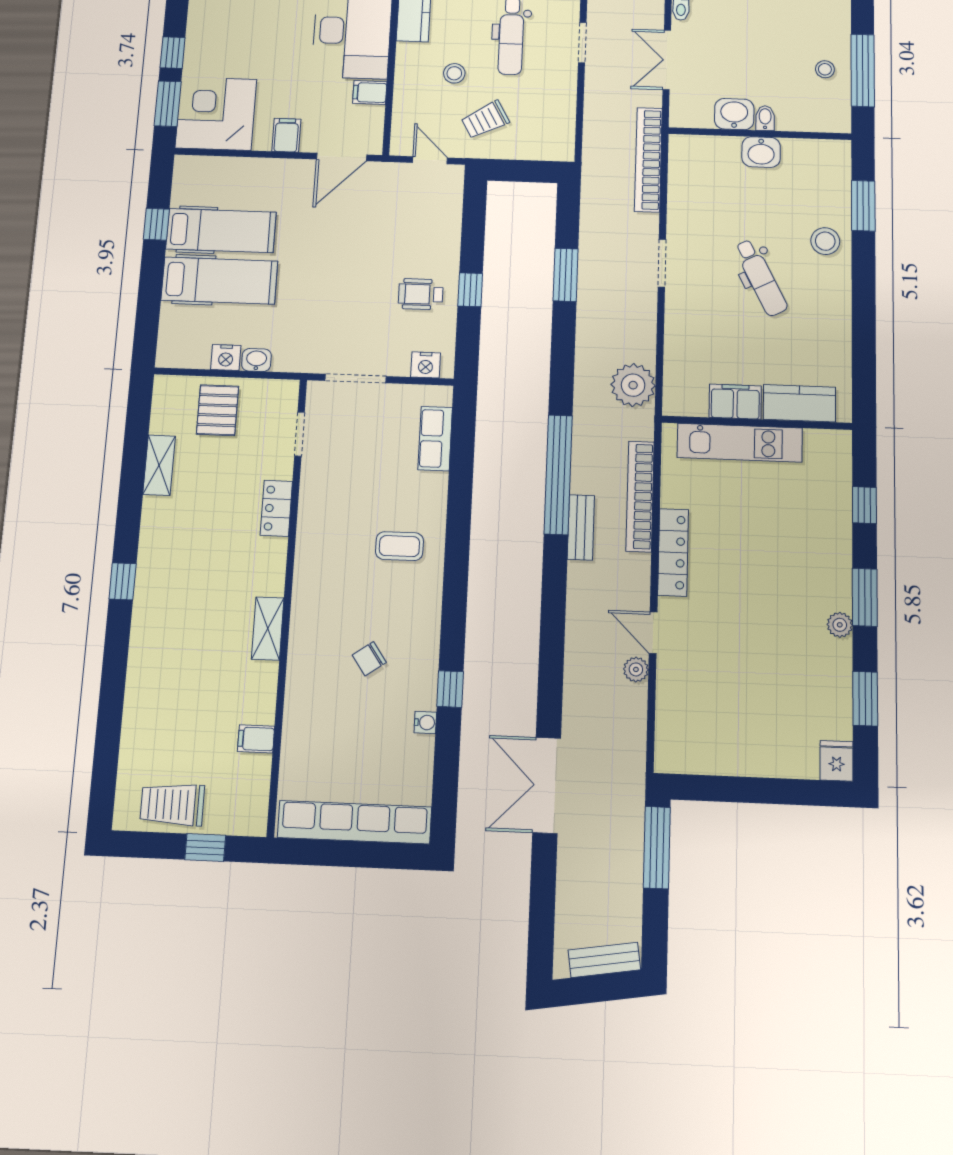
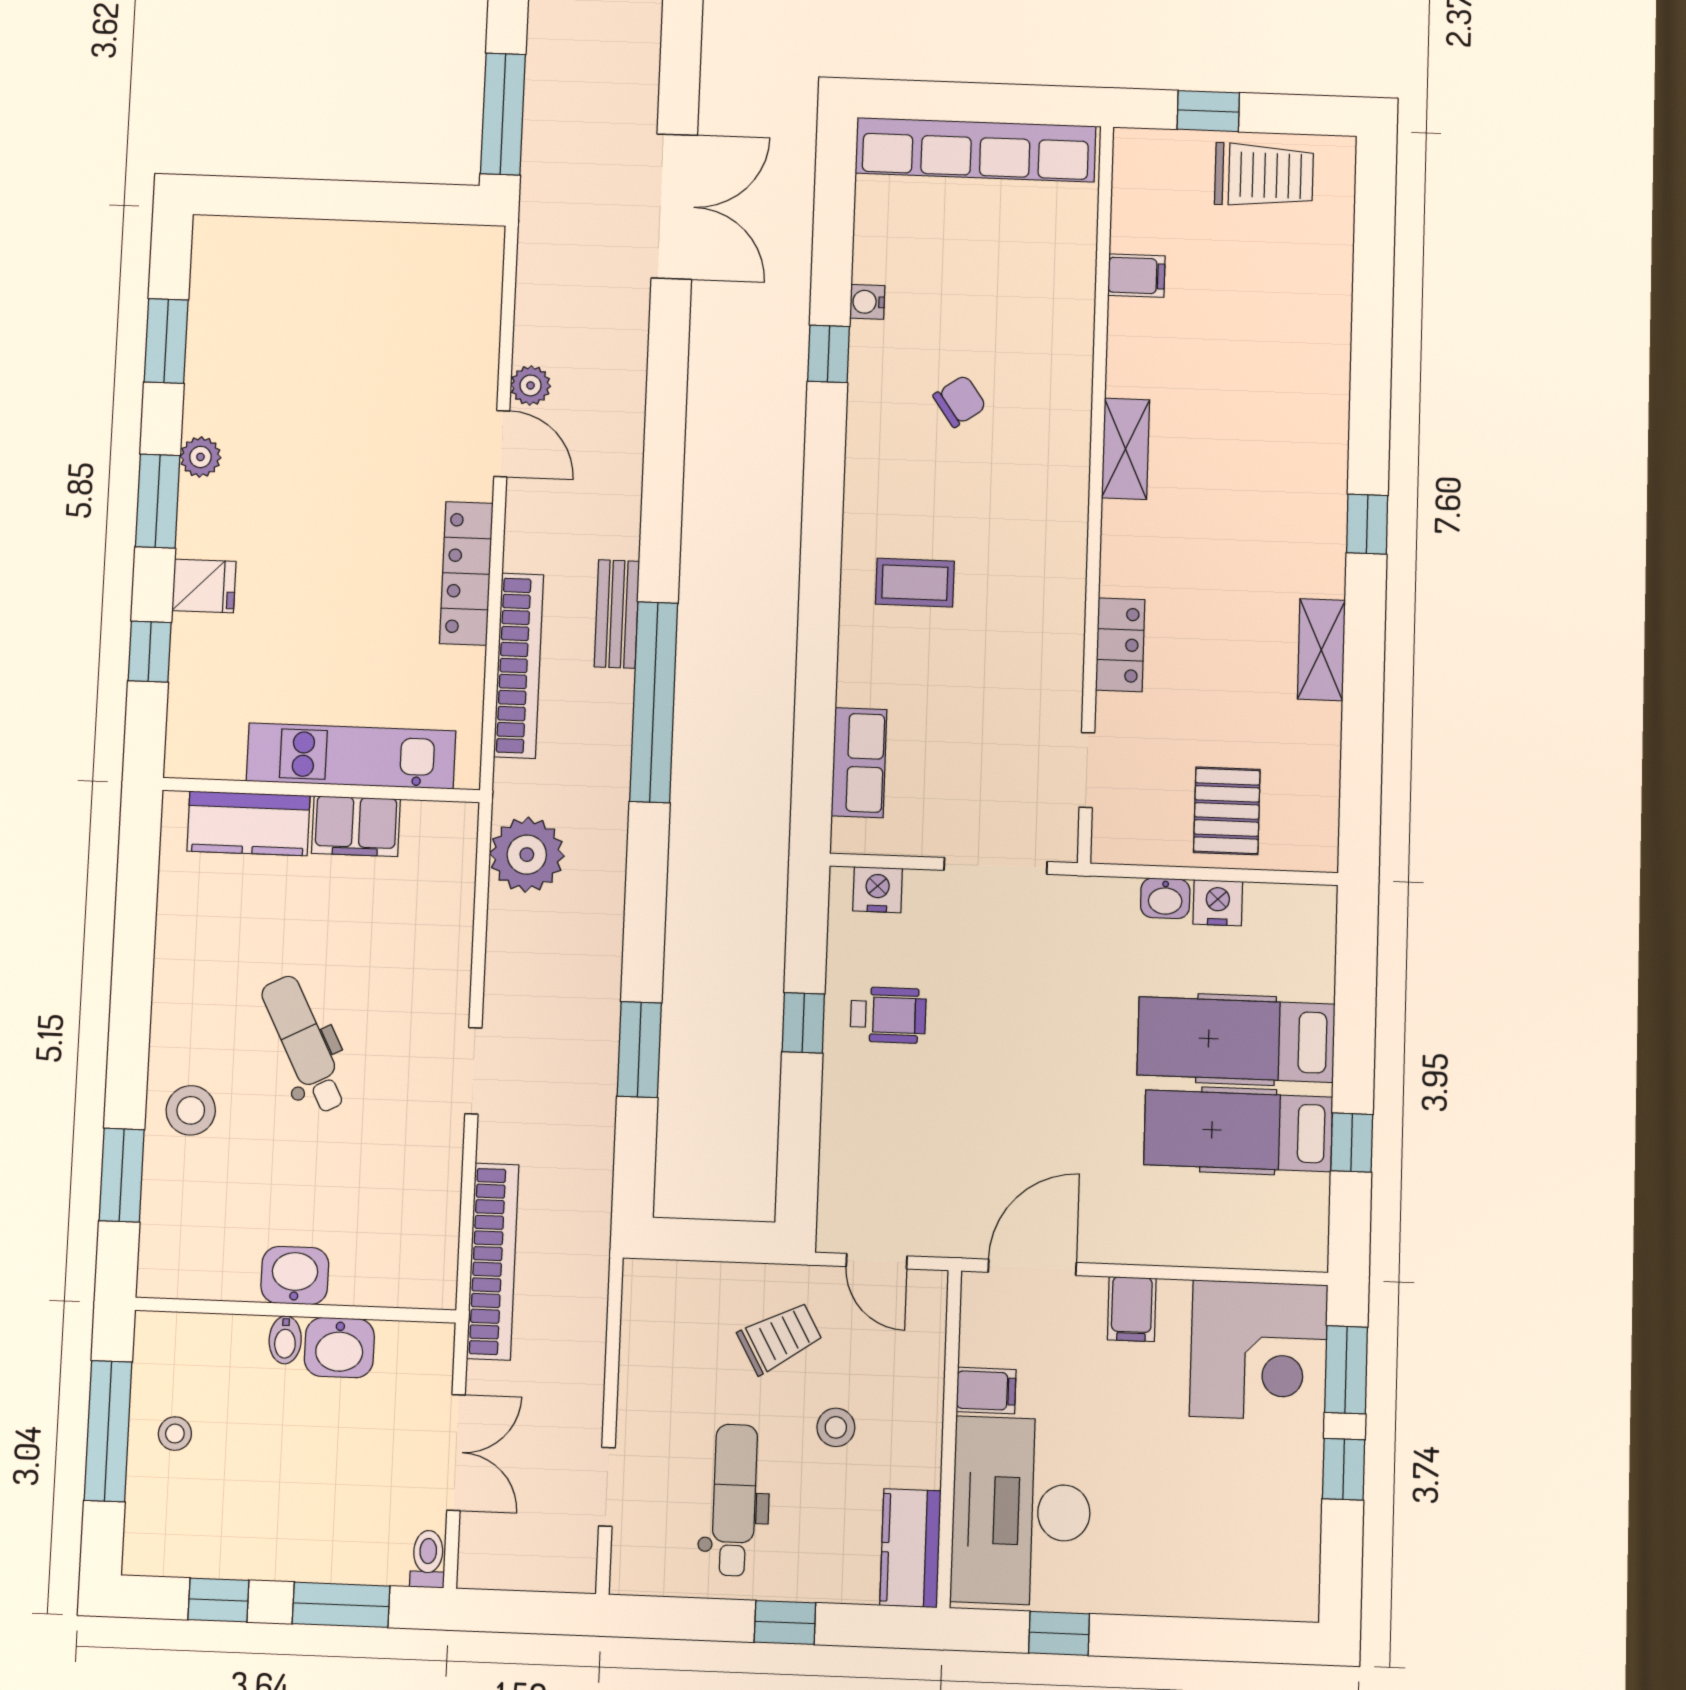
shelving: (159, 465) -> (1321, 650), moved
fridge: (837, 761) -> (204, 586), moved, turned -90

